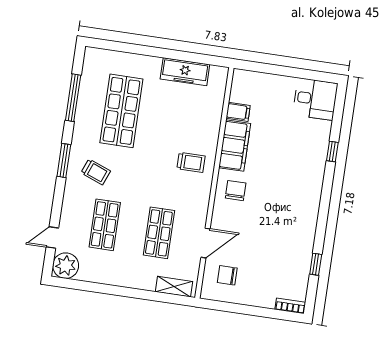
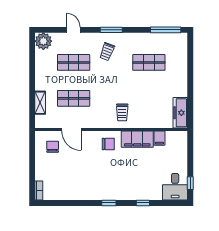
freezer: (185, 72) -> (180, 113), moved
window: (313, 75) -> (190, 183), added
window: (73, 98) -> (166, 30), moved
shop shelf: (121, 111) -> (149, 62), width x0.70, depth x0.74
door: (52, 237) -> (73, 30), moved
window: (316, 264) -> (109, 203), moved
shelving: (174, 287) -> (40, 103), moved

